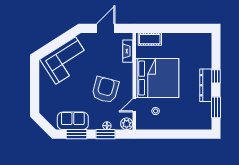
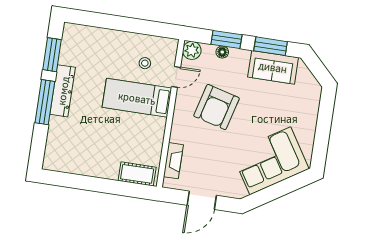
window: (216, 76) -> (45, 102), width x2.17
bed: (157, 78) -> (137, 98), width x0.49

